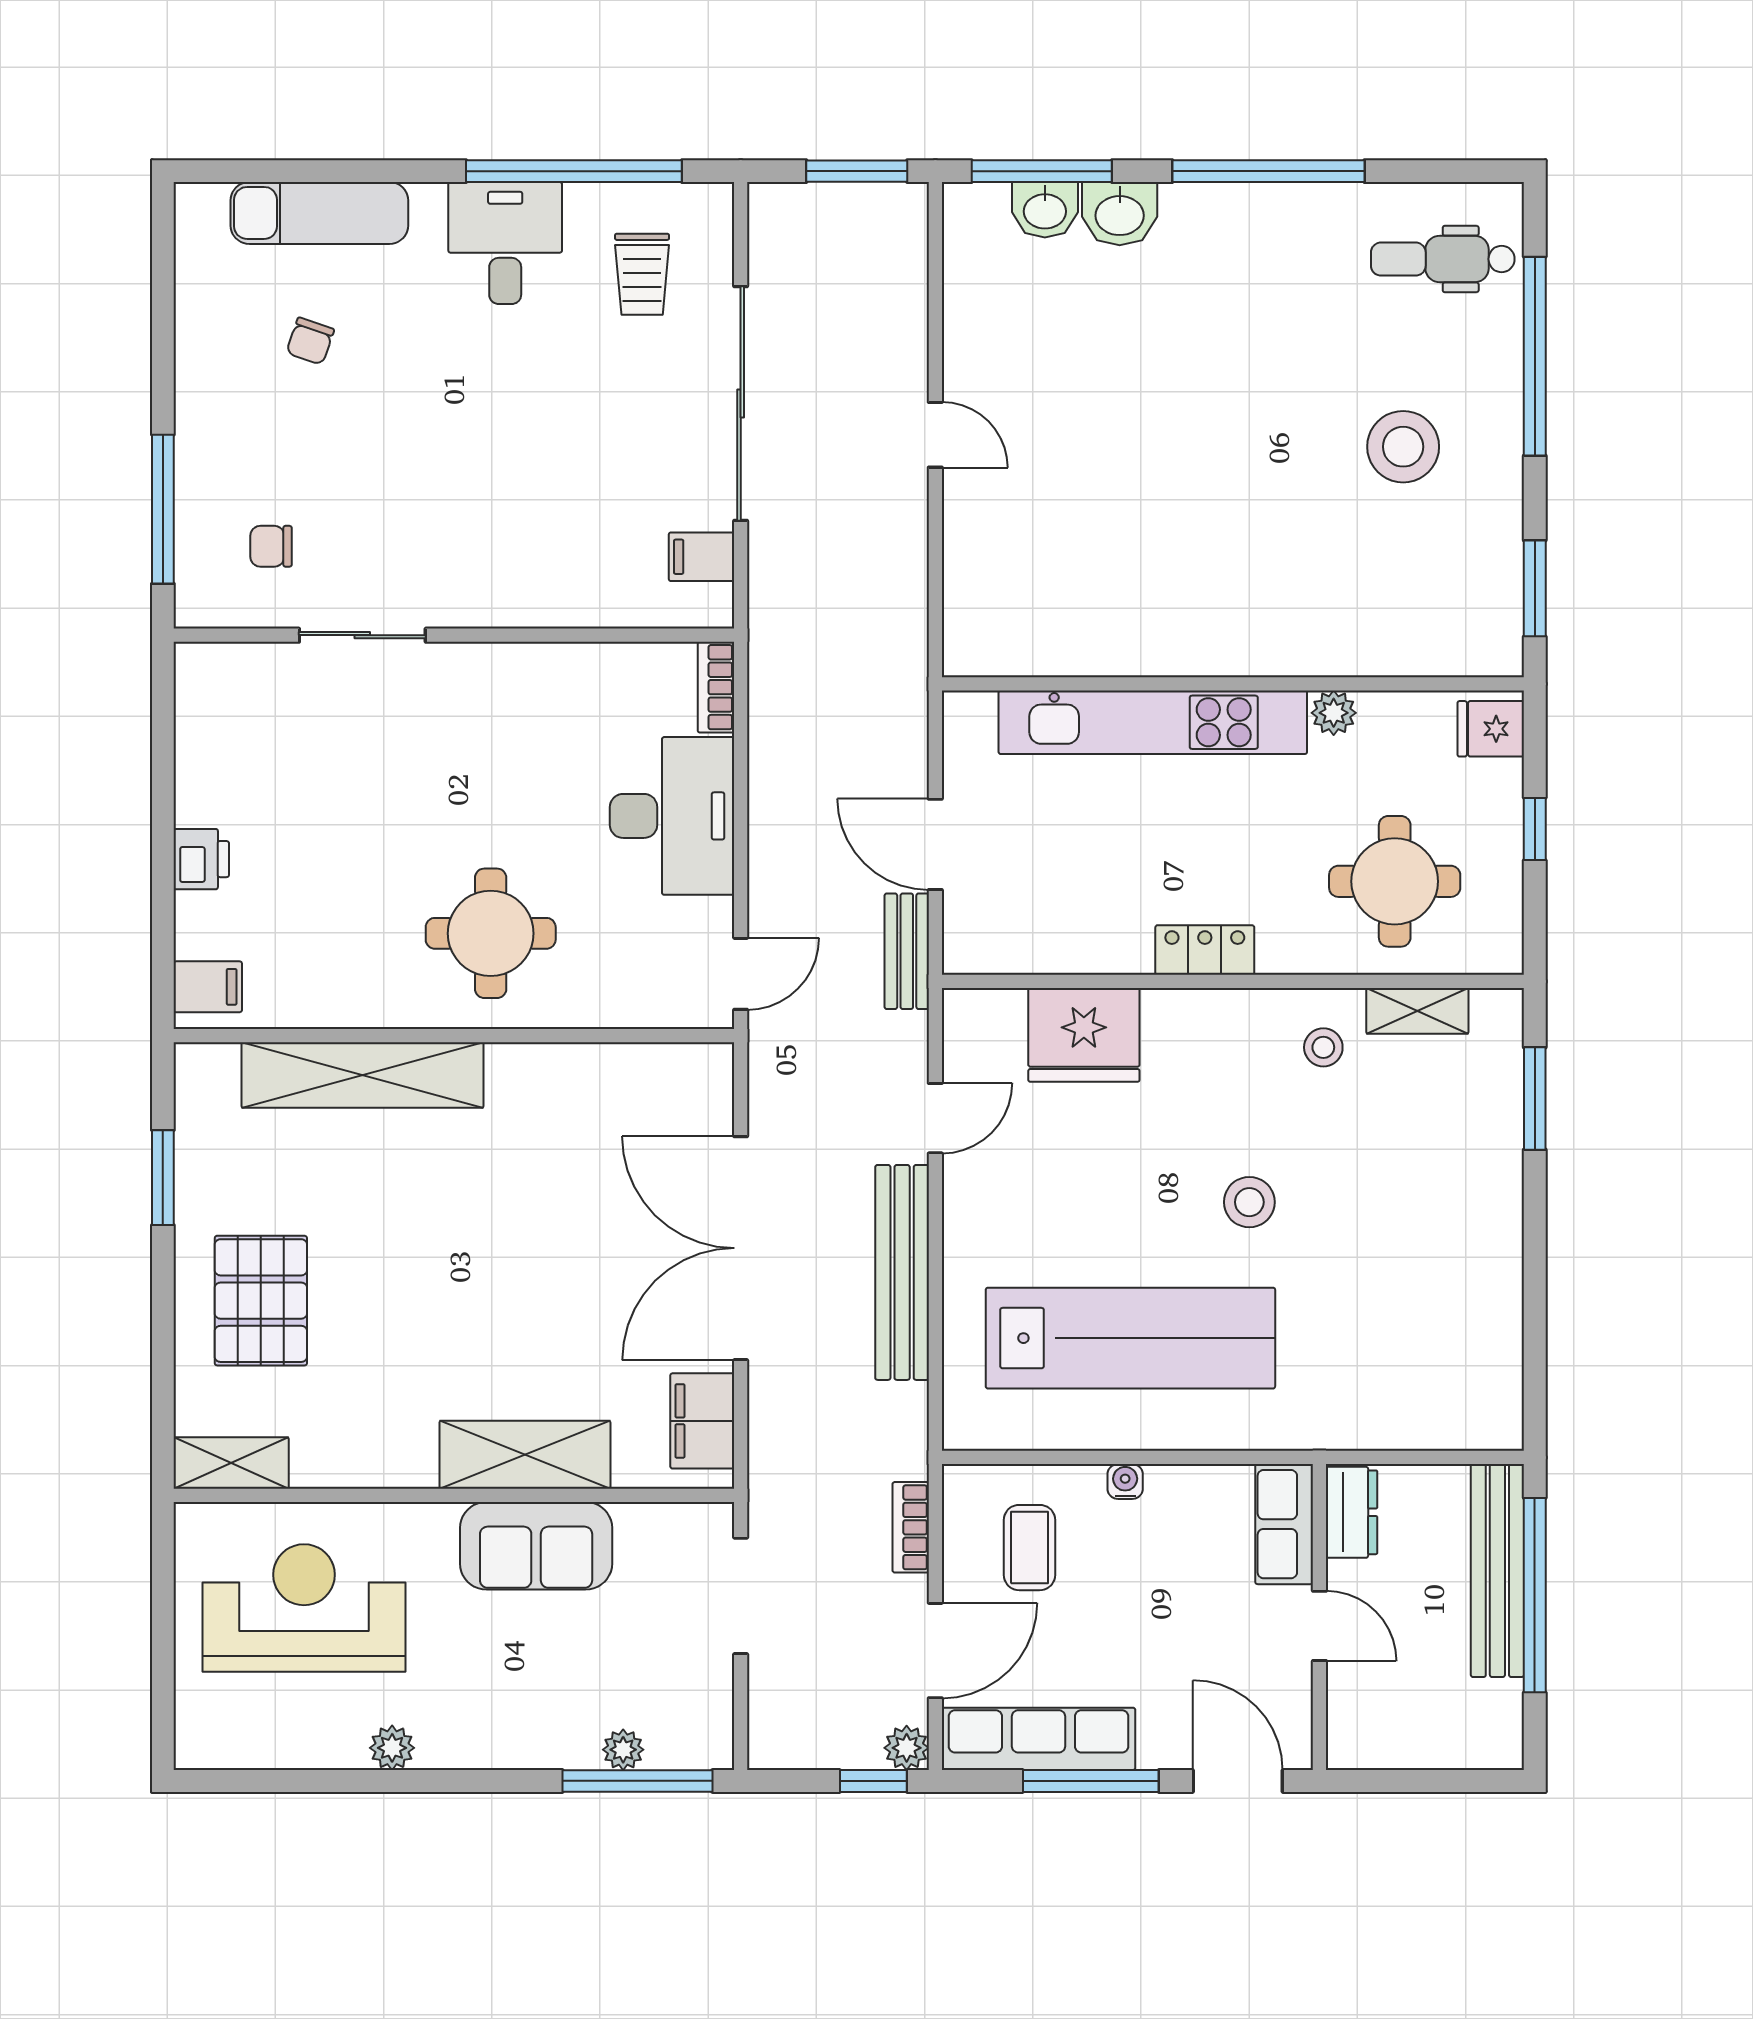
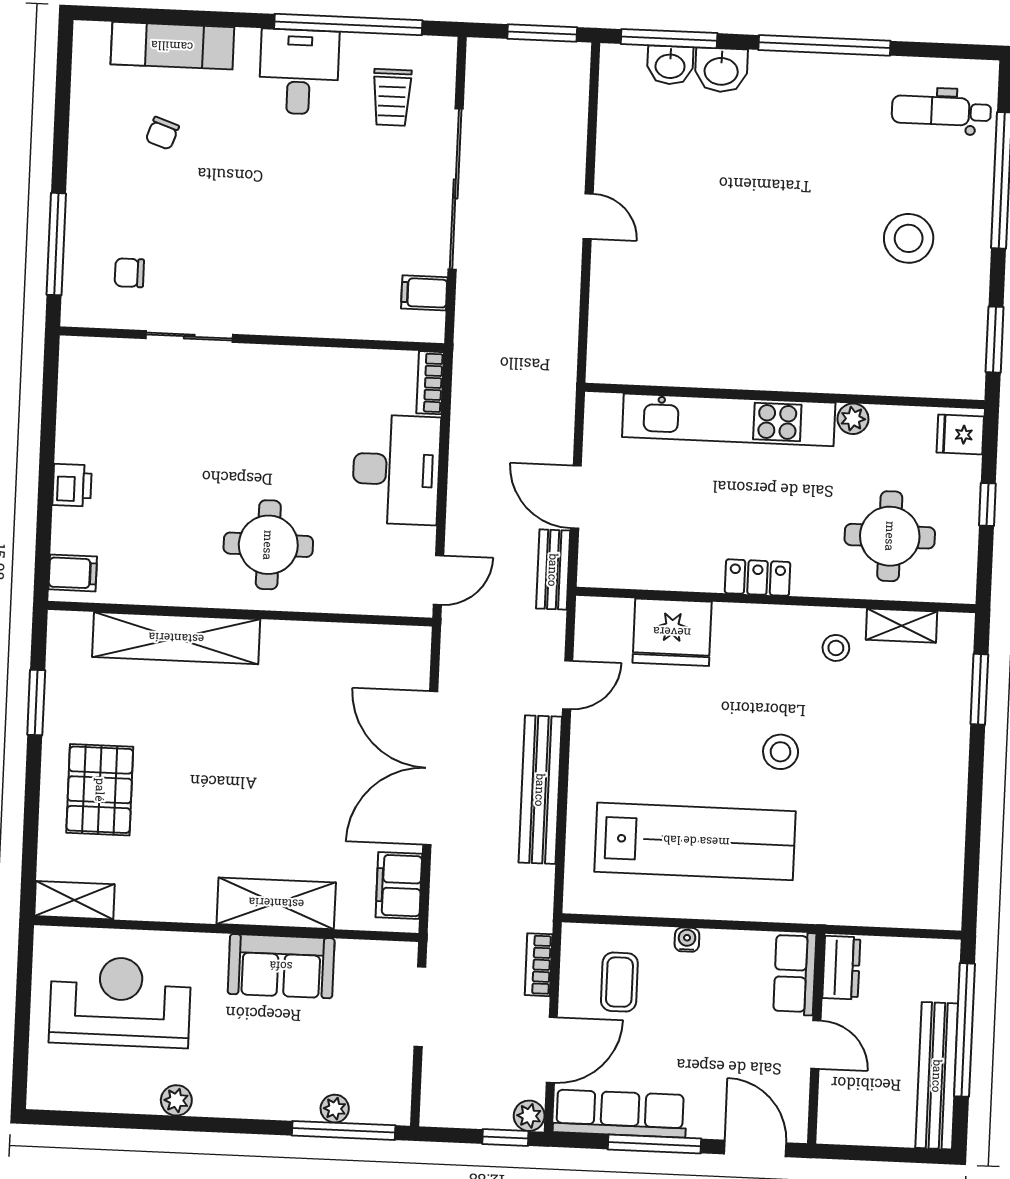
bench: (1497, 1571) -> (937, 1076), moved

